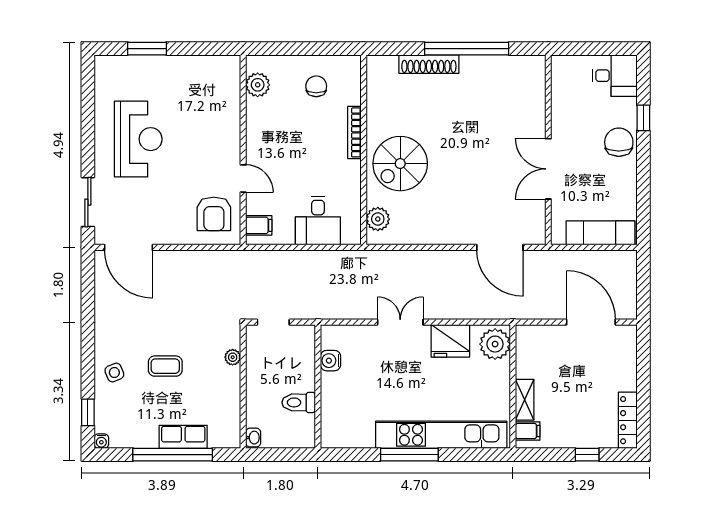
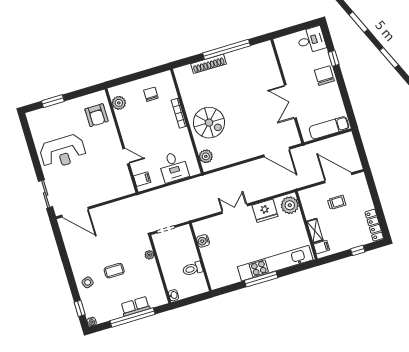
reception desk: (138, 139) -> (63, 152), turned 90
spiral stairs: (400, 164) -> (209, 123), turned -90
armchair: (214, 214) -> (97, 115), moved
trolley: (576, 363) -> (337, 202), added

